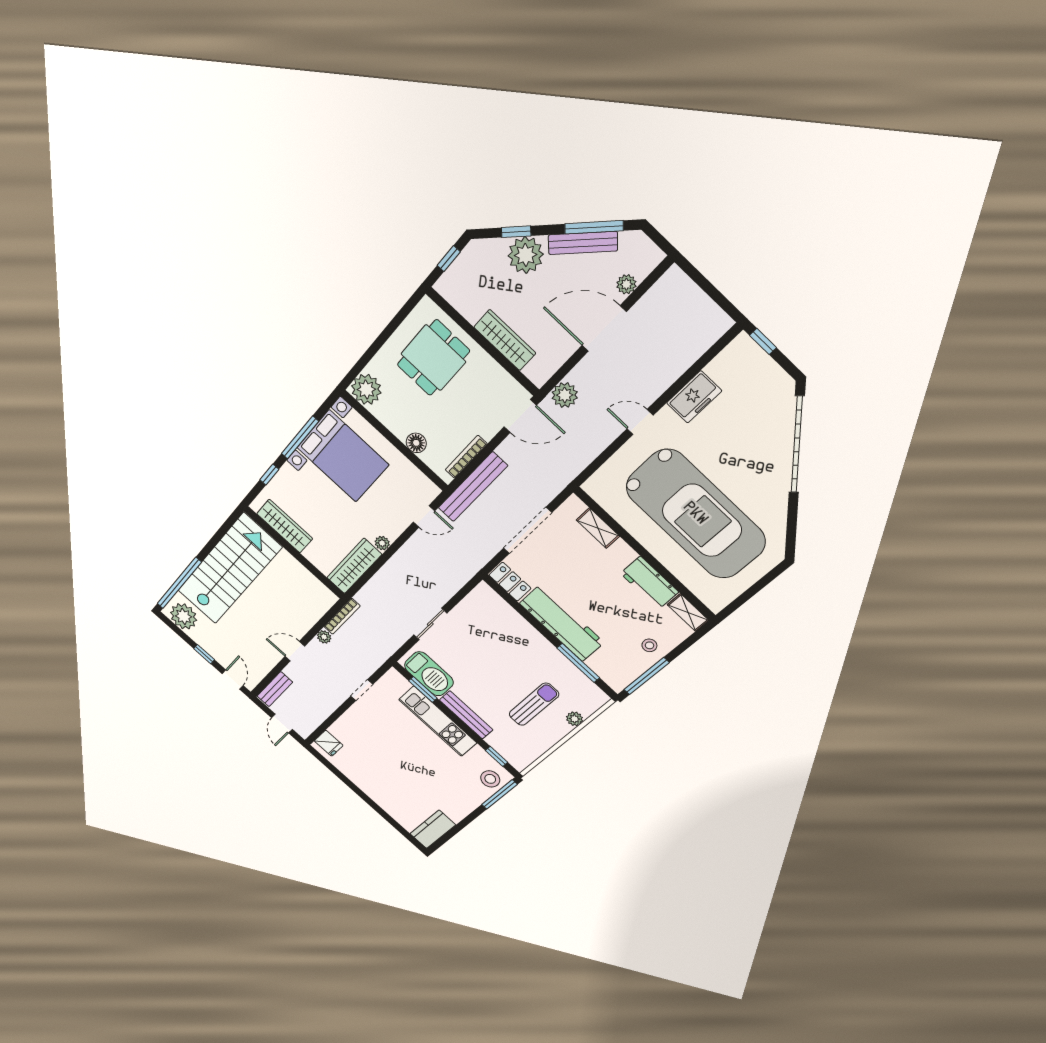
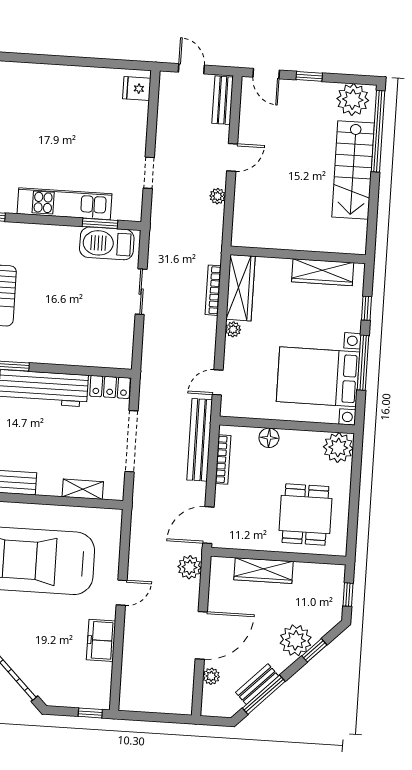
bench: (583, 243) -> (257, 684), width x0.73
stairs: (229, 569) -> (353, 170), width x0.73, depth x0.66
bookcase: (342, 616) -> (213, 290), moved
bench: (466, 715) -> (47, 233), removed

